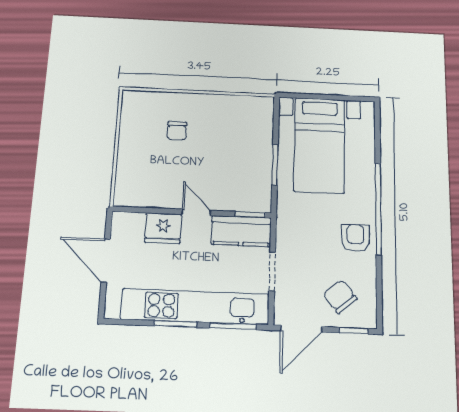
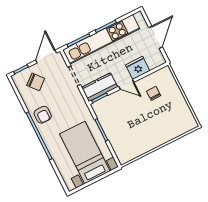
chair: (177, 131) -> (154, 93), moved
door: (106, 261) -> (156, 37), hinge flipped

